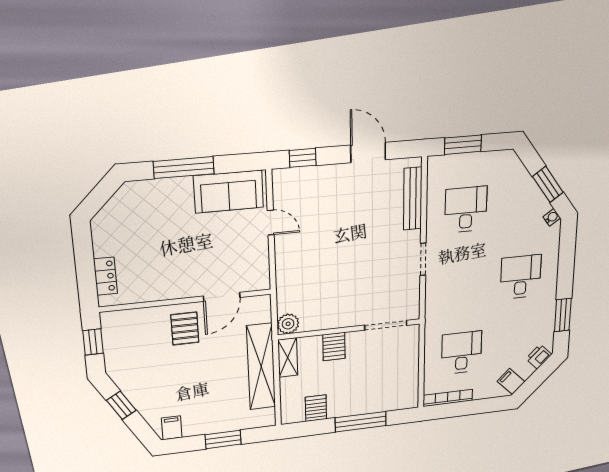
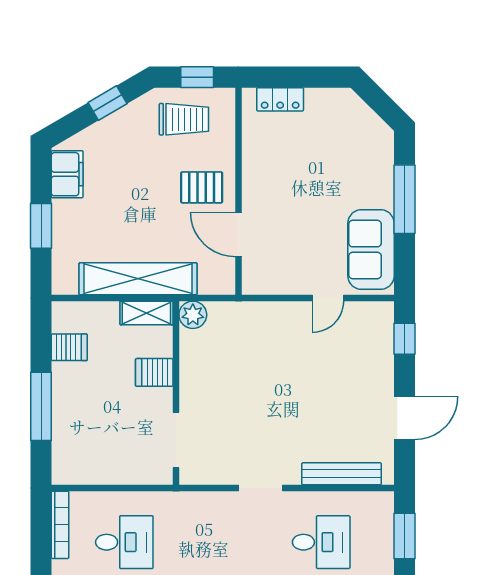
trolley: (129, 348) -> (184, 119), added
filing cabinet: (172, 428) -> (67, 174), width x2.00

